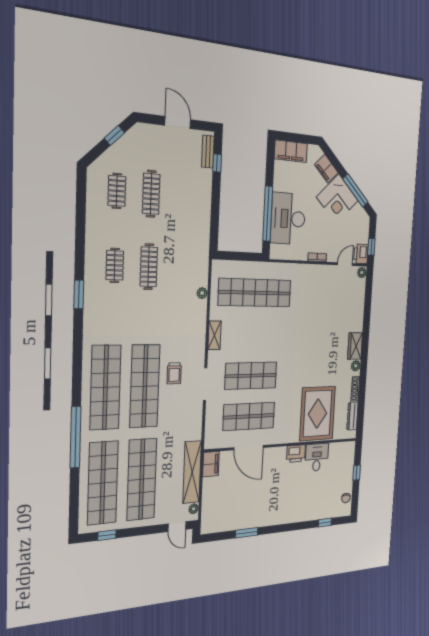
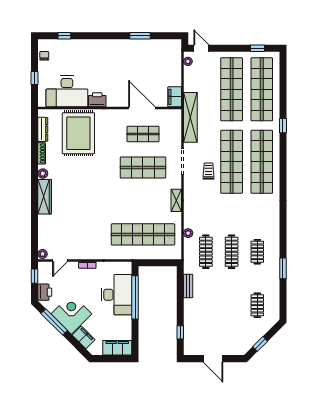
bench: (208, 152) -> (188, 286), moved
clothes rail: (151, 194) -> (206, 252), moved
printer: (361, 254) -> (45, 292), moved
window: (79, 294) -> (283, 268), moved
wardrobe: (355, 346) -> (45, 197), width x1.50
shop shelf: (249, 416) -> (143, 134), width x0.70, depth x0.74
window: (75, 437) -> (283, 126), width x0.32
desk: (317, 457) -> (67, 91), width x1.87, depth x1.30
shelving: (192, 472) -> (190, 117), moved

